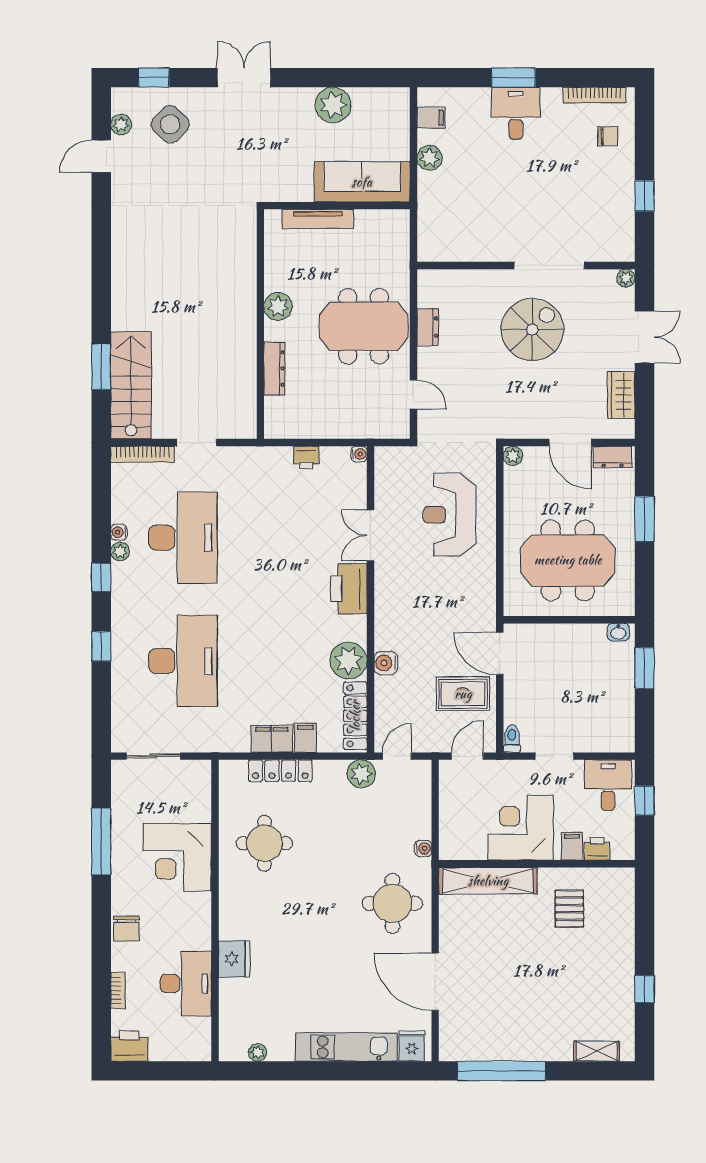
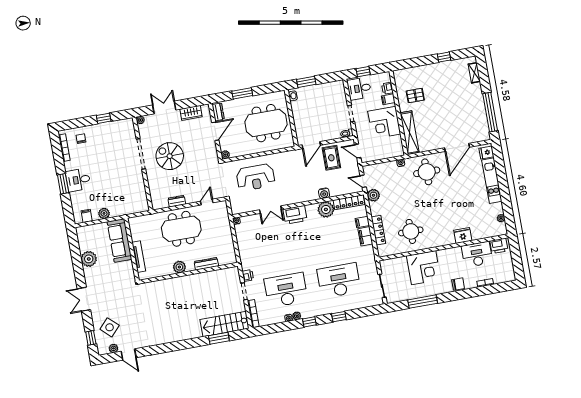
meeting table: (364, 326) -> (181, 229), turned 90
printer: (306, 457) -> (248, 275), moved
meeting table: (568, 560) -> (266, 123), turned 90
printer: (129, 1046) -> (499, 246), moved, turned -90

